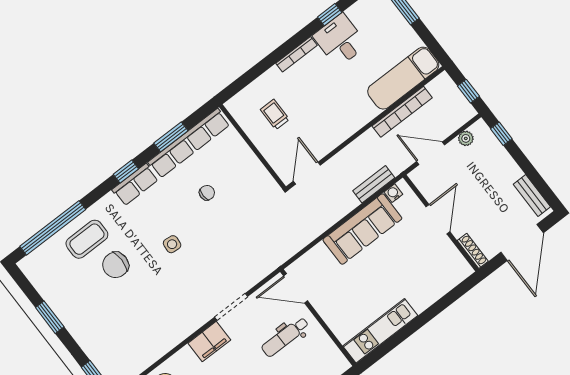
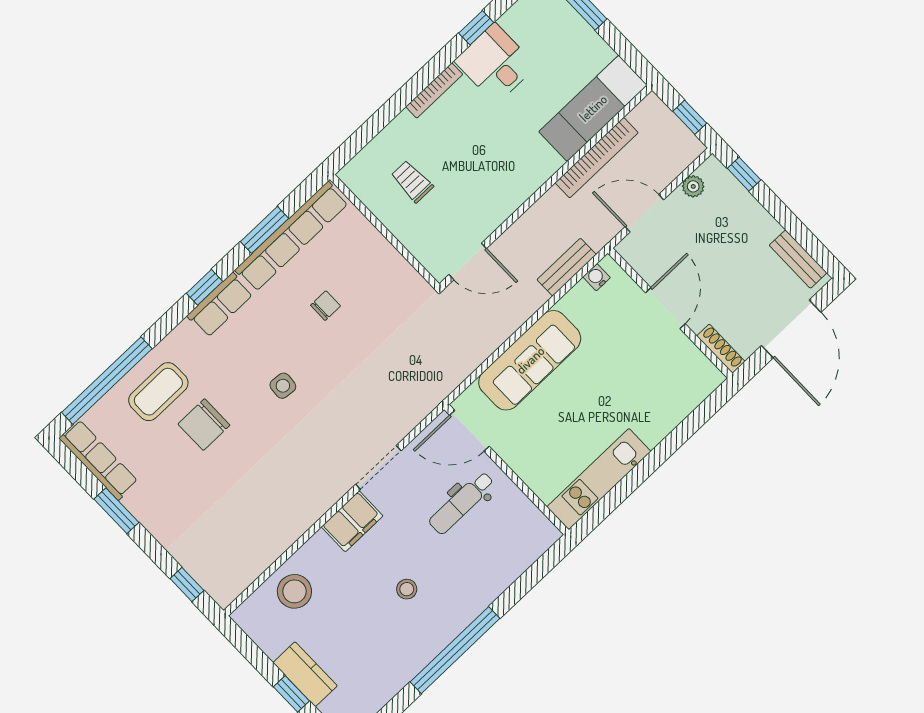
door: (307, 173) -> (468, 261), swing flipped
sofa: (362, 229) -> (530, 360), moved
row of seats: (41, 281) -> (99, 460), added

